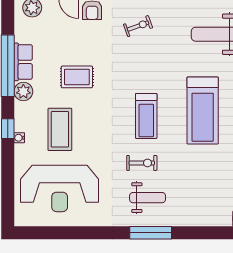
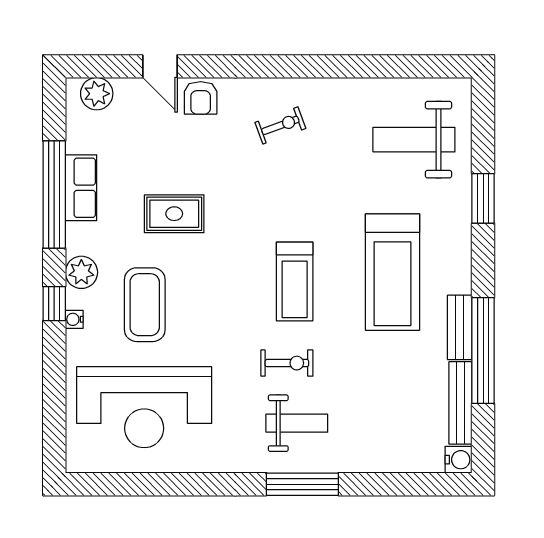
plant: (23, 91) -> (81, 272), moved

